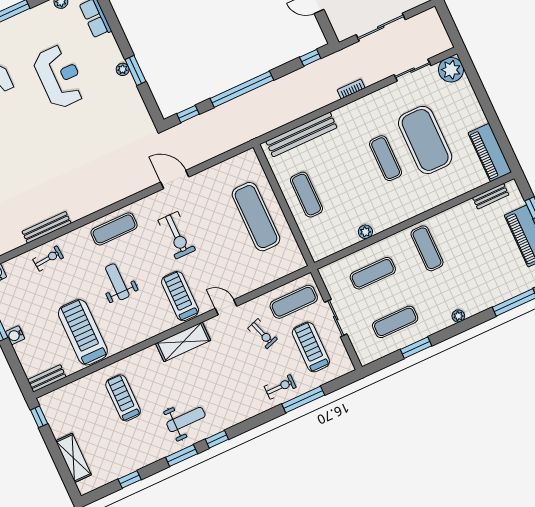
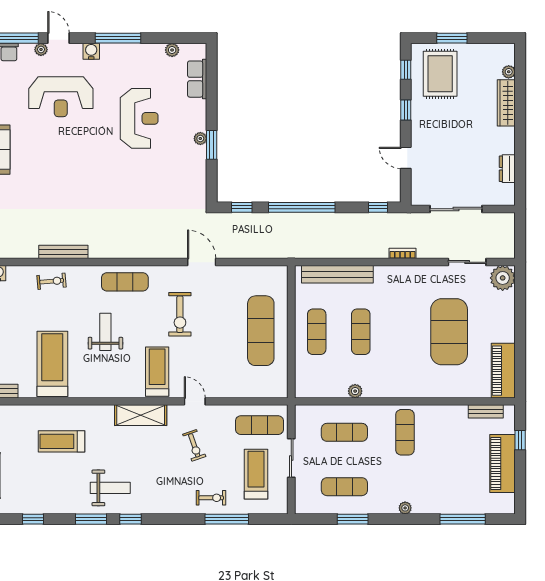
exercise mat: (386, 158) -> (361, 332), moved
exercise bike: (263, 334) -> (194, 445), moved
treadmill: (123, 398) -> (62, 441), turned -90

